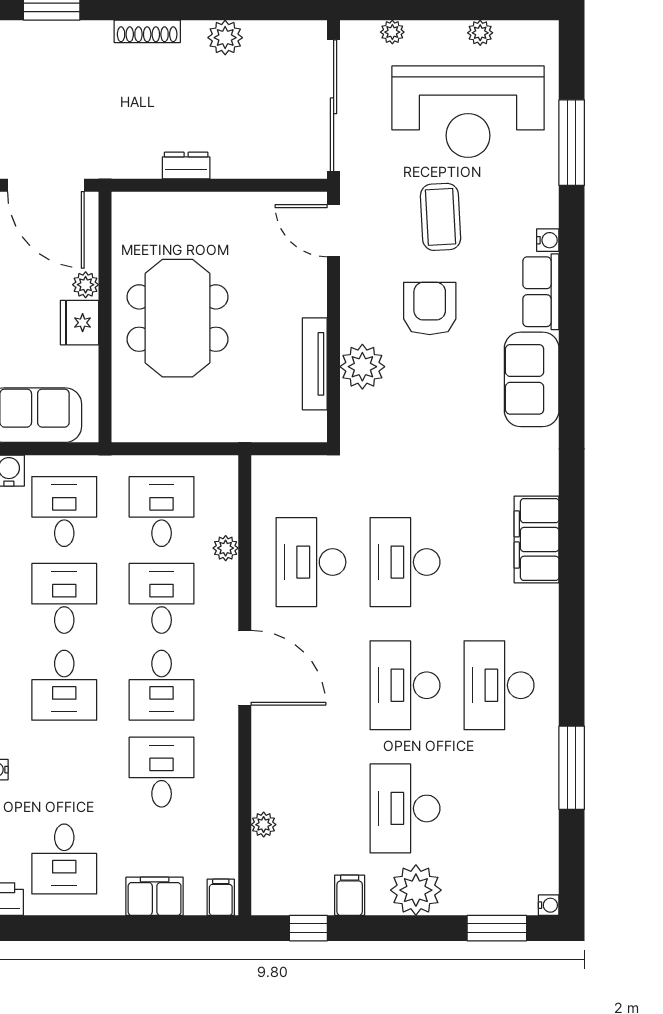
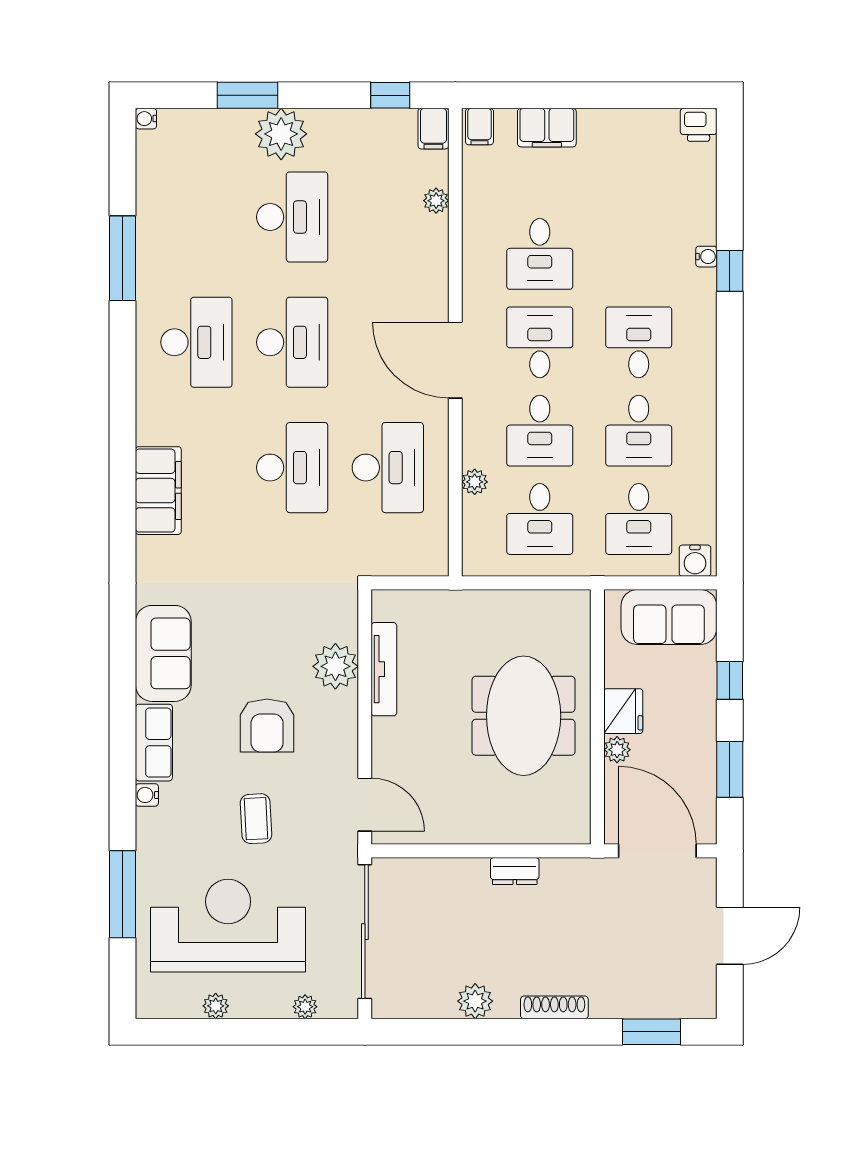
coffee table: (441, 217) -> (256, 819), width x0.73, depth x0.77
desk: (64, 859) -> (639, 166), removed
filing cabinet: (350, 895) -> (433, 129), moved
window: (497, 928) -> (247, 95), moved

